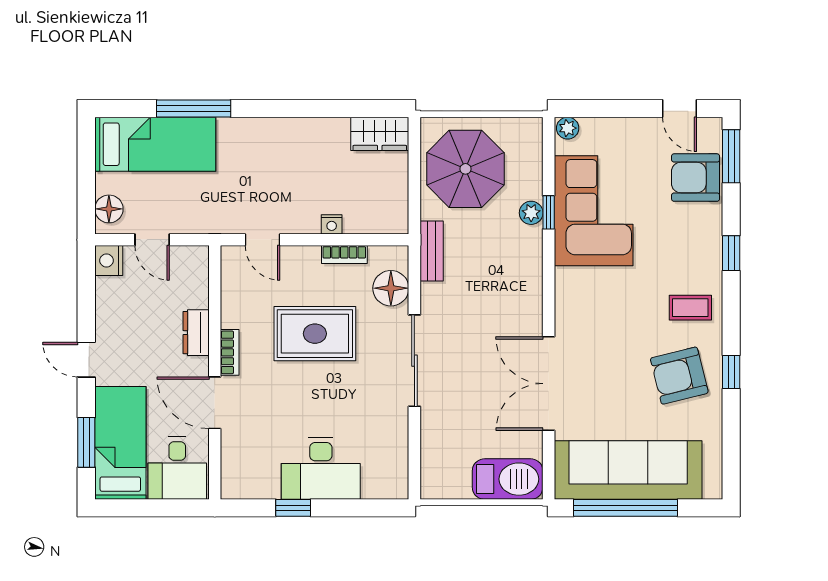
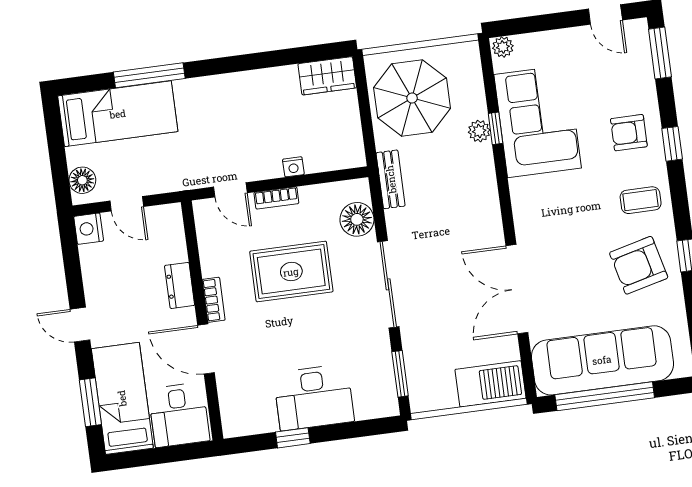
armchair: (696, 178) -> (629, 133), moved, width x0.72, depth x0.72
bookcase: (344, 255) -> (276, 198), moved
window: (414, 456) -> (400, 374), added

